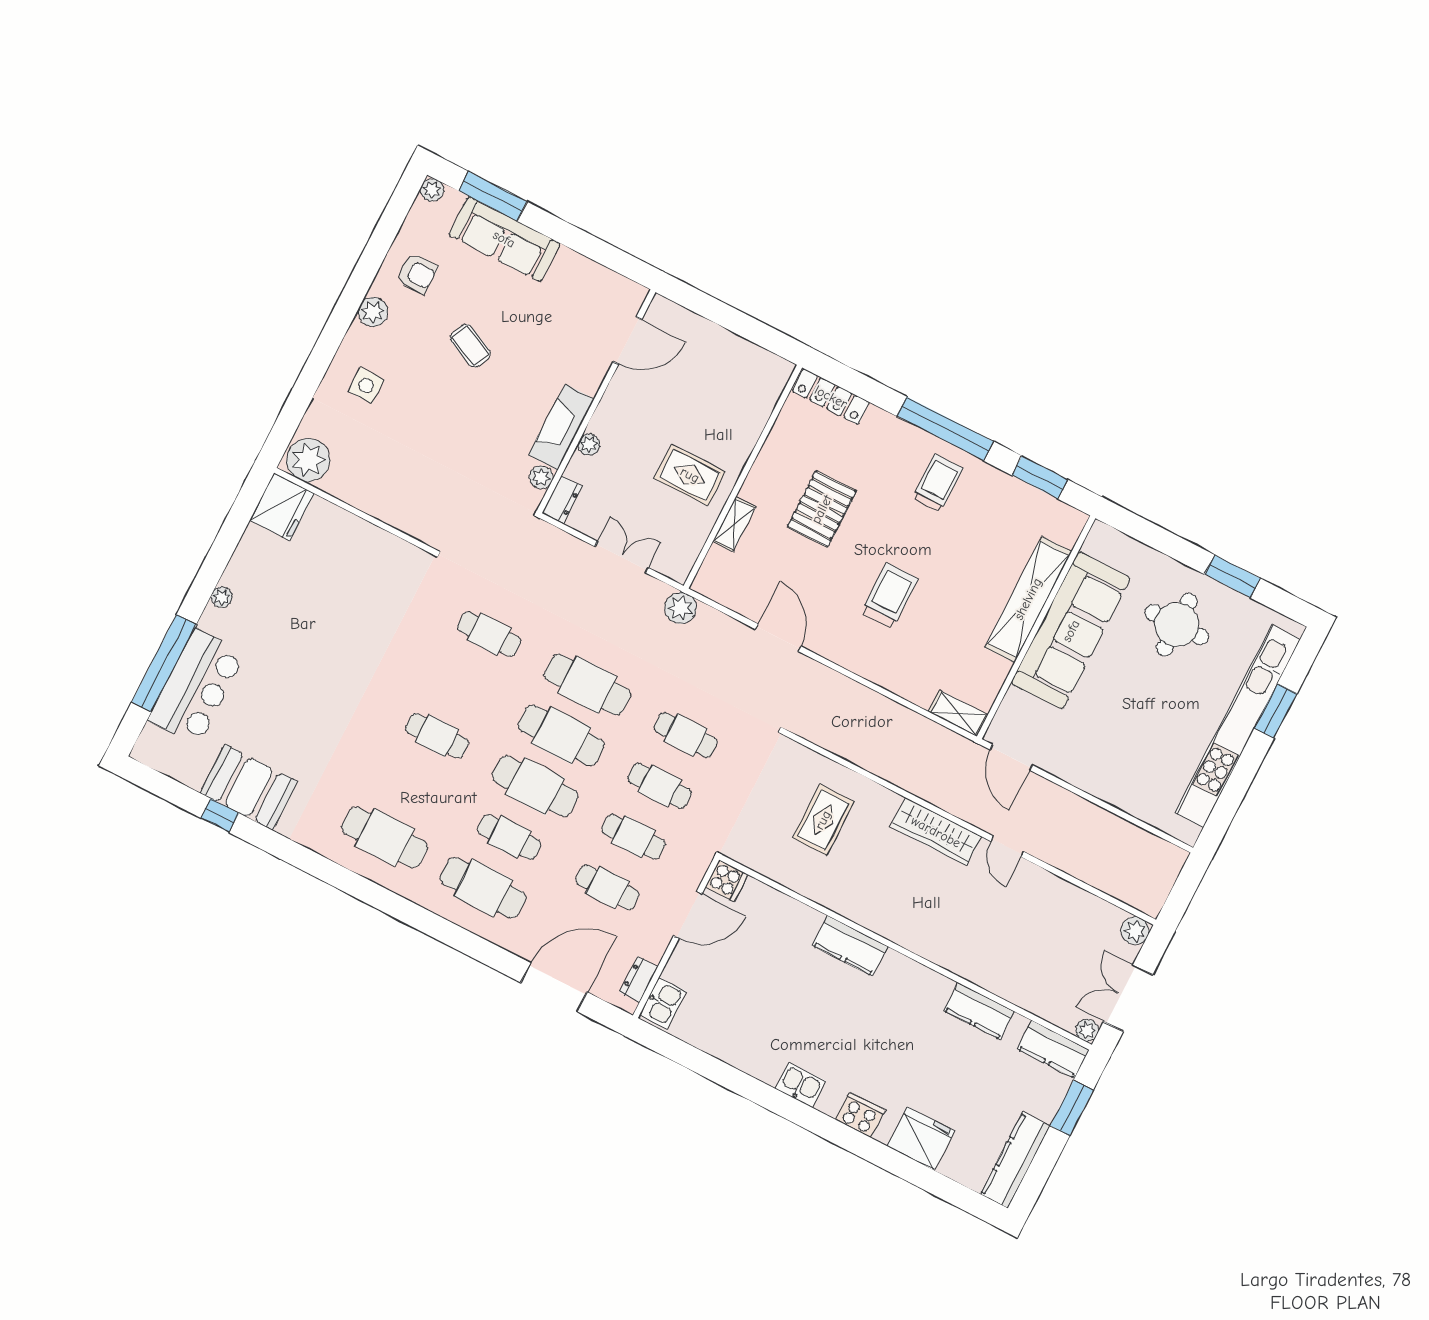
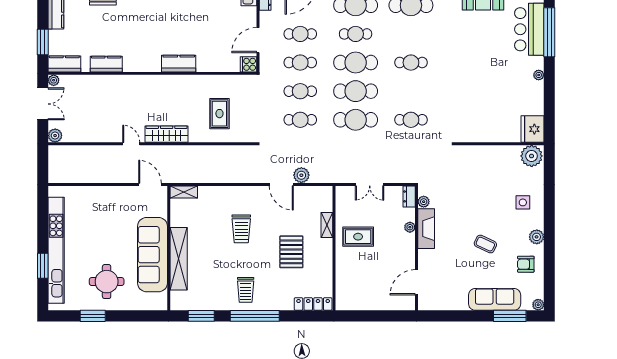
plant: (681, 608) -> (301, 175), moved

